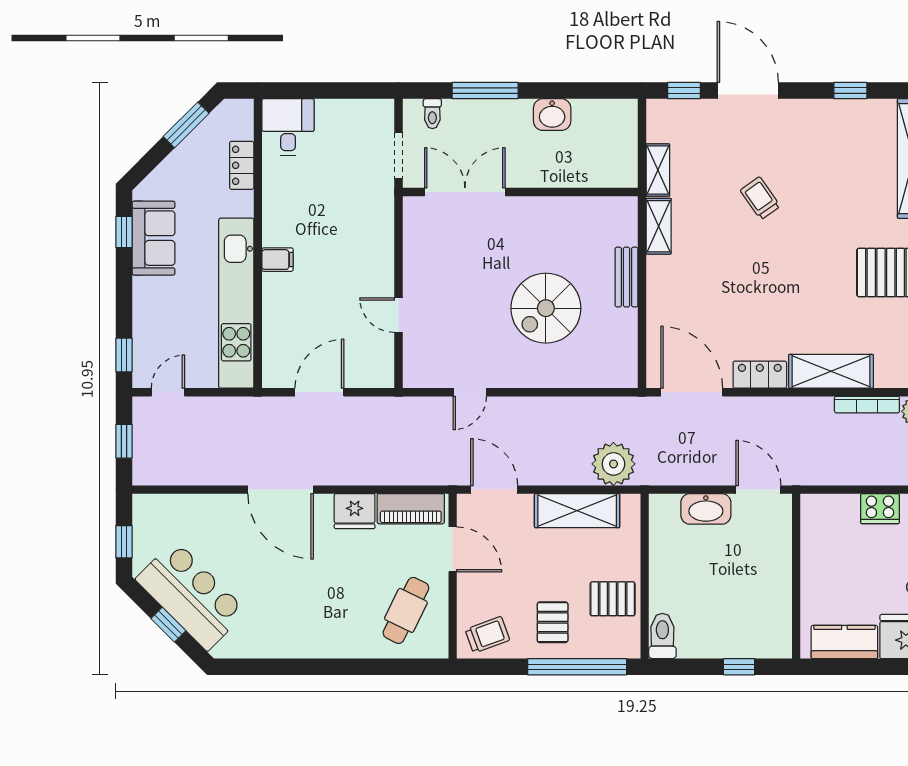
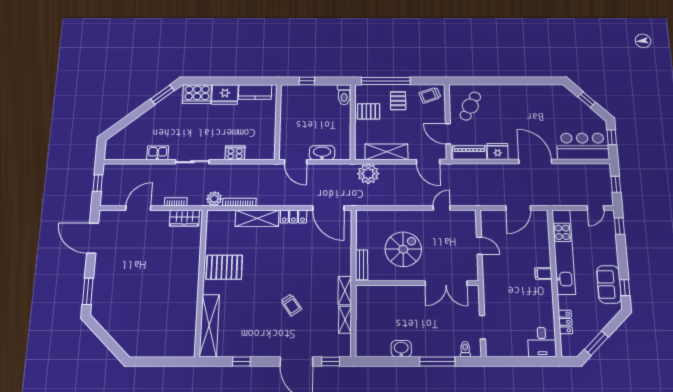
double door: (465, 192) -> (446, 283), moved
wall: (520, 192) -> (417, 283), moved
bar counter: (191, 595) -> (583, 146), moved, turned 135

